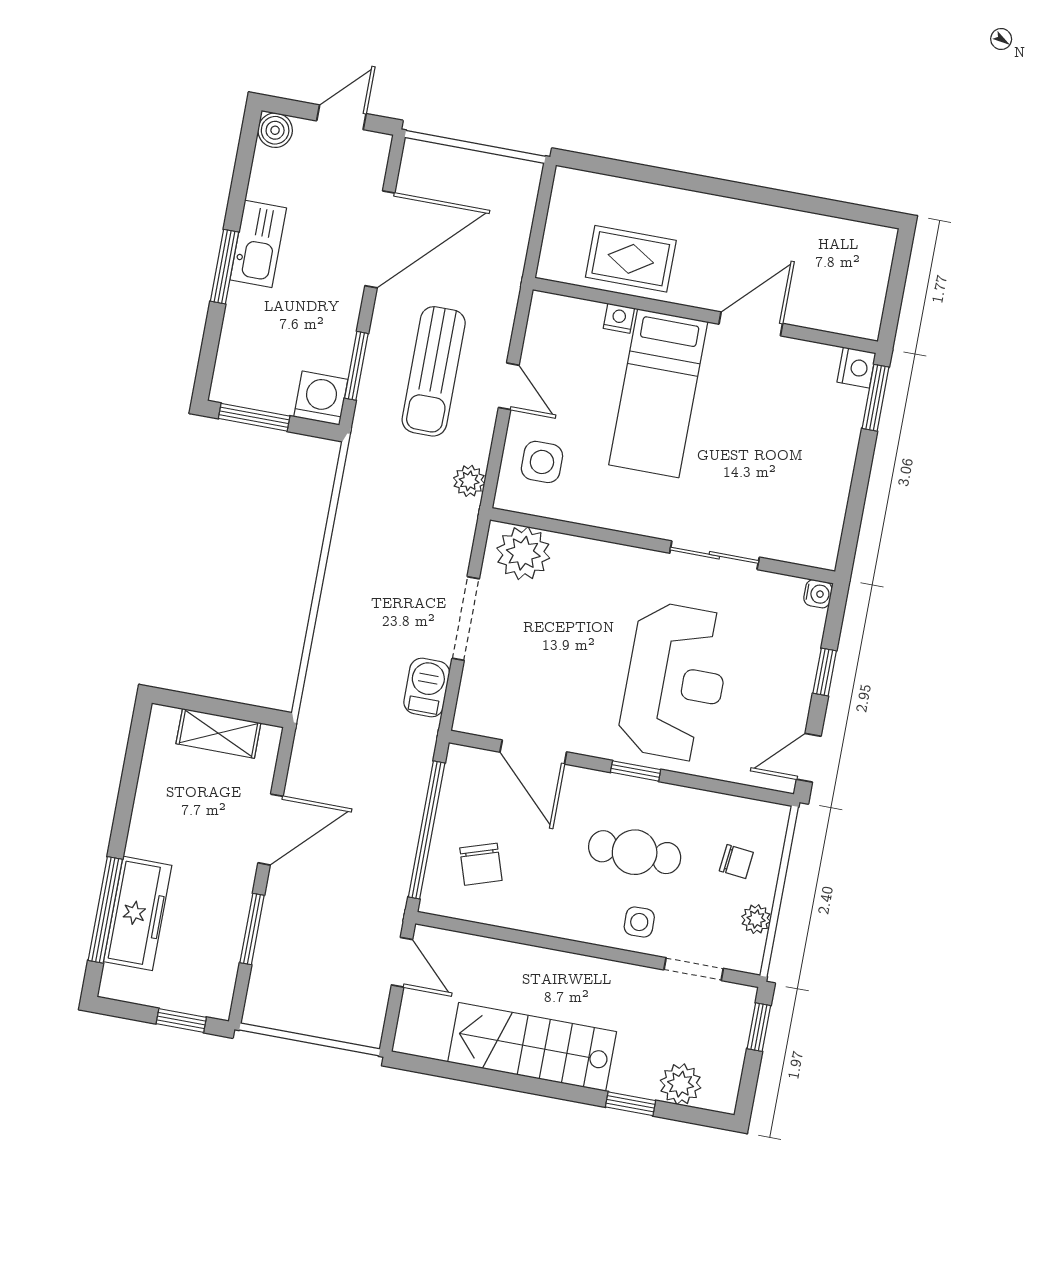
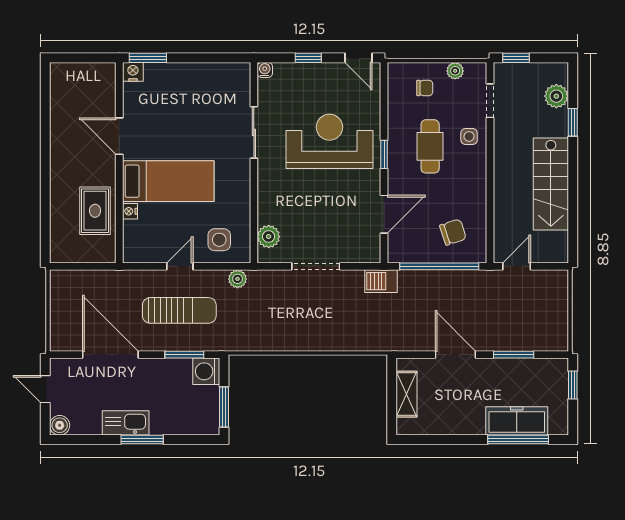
plant: (523, 553) -> (269, 237), width x0.73, depth x0.73
barbecue: (427, 687) -> (381, 281), moved
chair: (736, 862) -> (425, 88), turned 84

